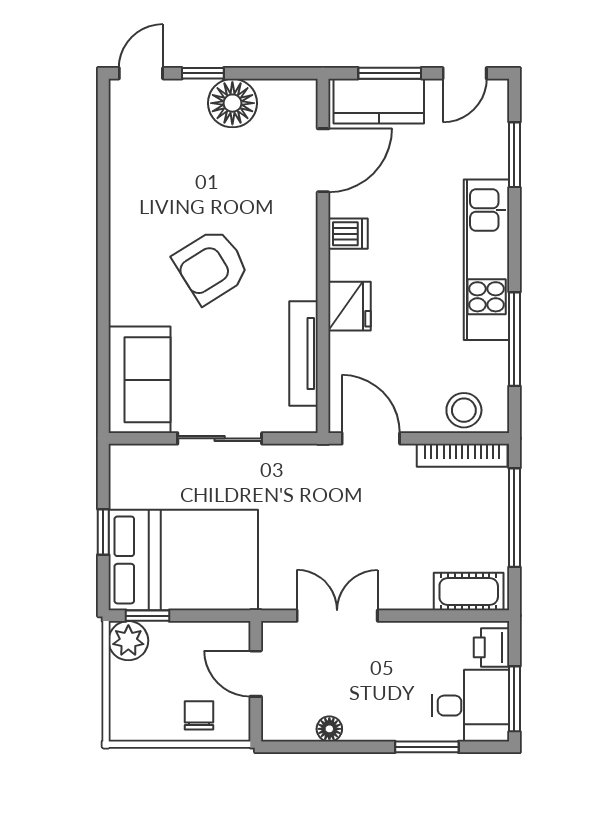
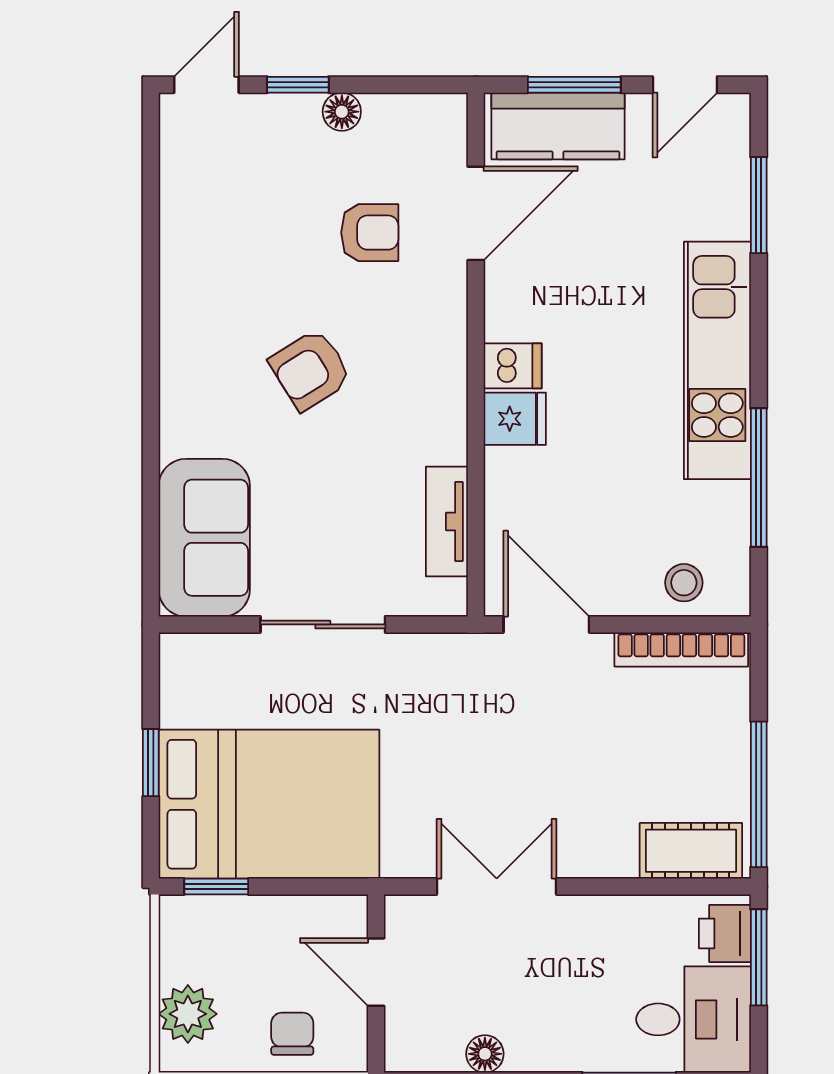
floor lamp: (232, 103) -> (342, 112), width x0.53, depth x0.53
armchair: (251, 173) -> (370, 233), added
dishwasher: (348, 234) -> (513, 366), moved
armchair: (211, 266) -> (310, 370), width x0.72, depth x0.72
fridge: (349, 306) -> (515, 419), width x0.72
tv unit: (304, 354) -> (447, 522), width x0.71
stool: (464, 410) -> (684, 583), width x0.73, depth x0.73
window: (514, 518) -> (759, 794), moved
plant: (128, 641) -> (188, 1014), moved
window: (514, 699) -> (759, 957), moved

